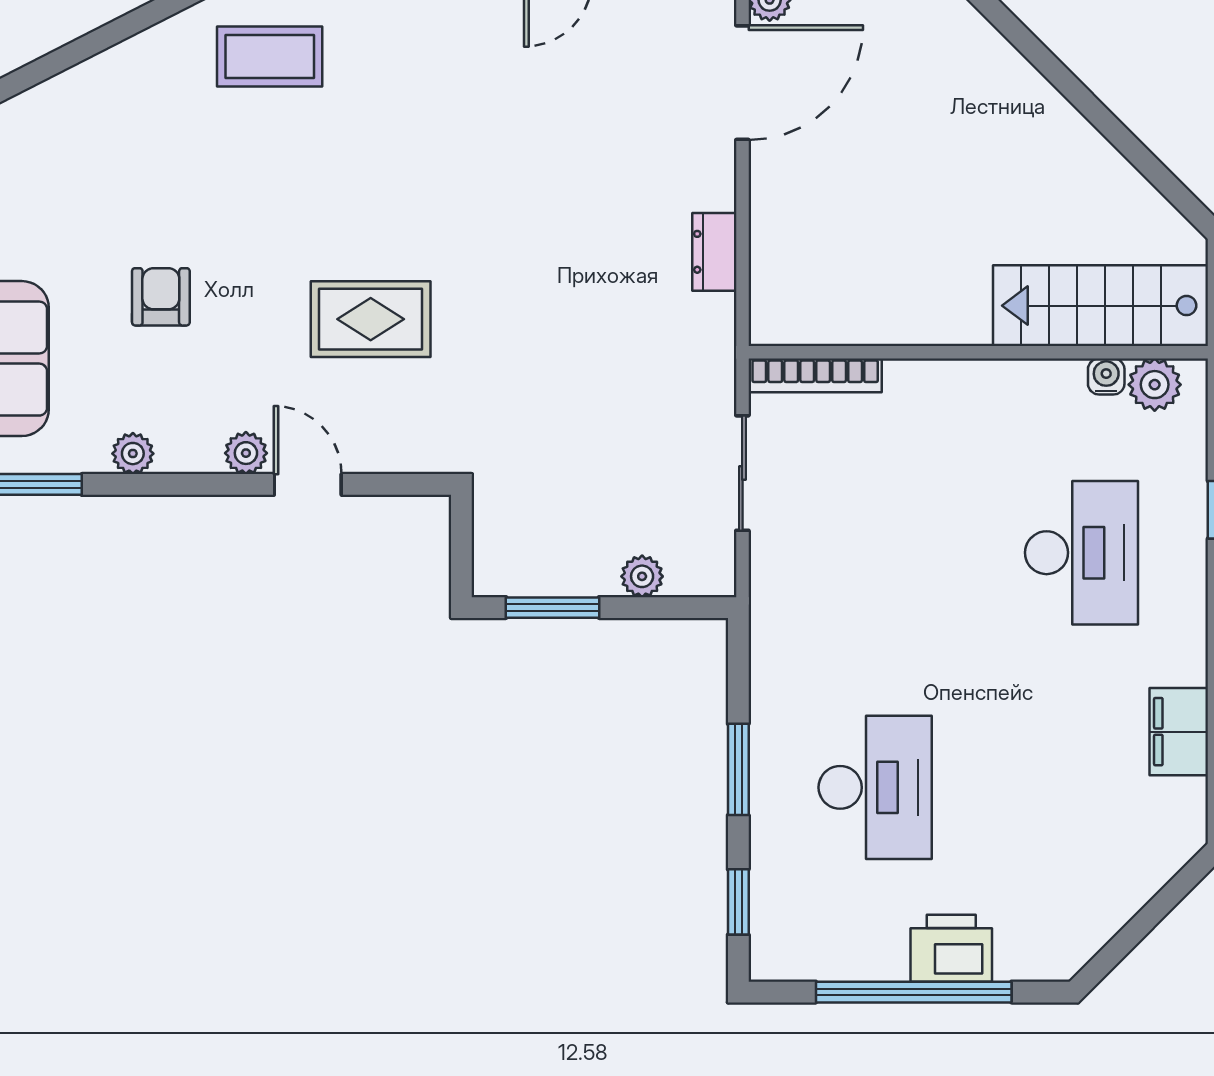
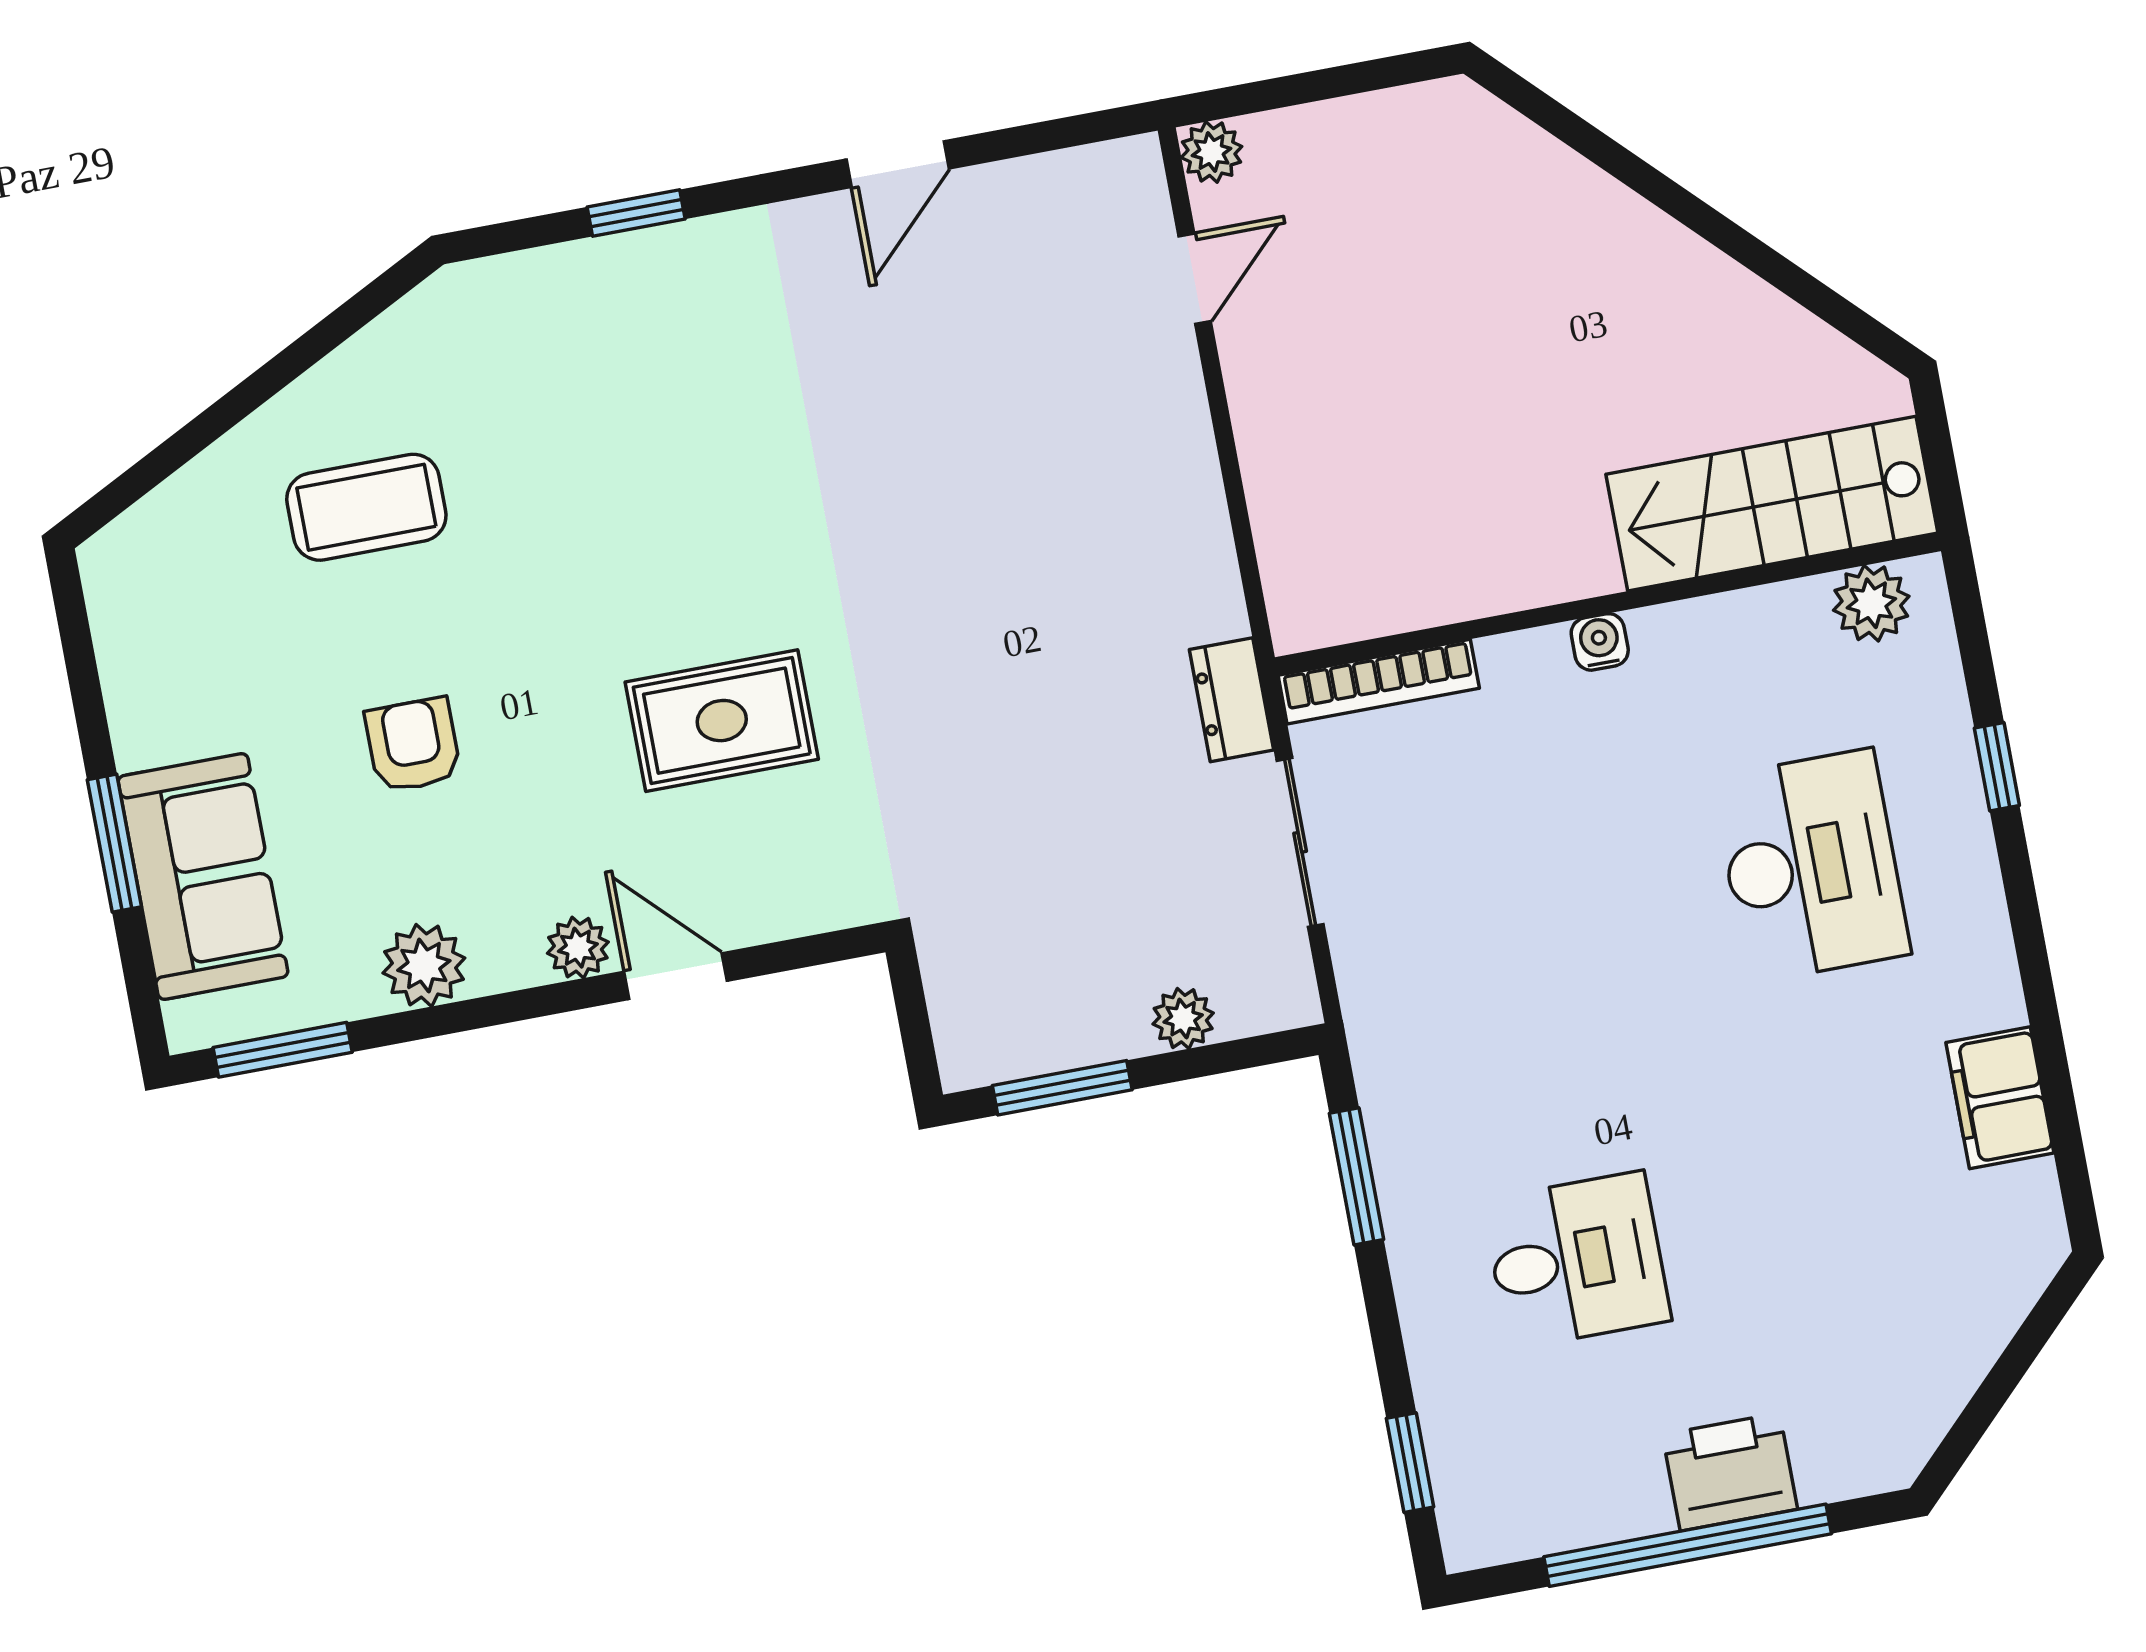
coffee table: (270, 57) -> (366, 507), moved
door: (742, 83) -> (1195, 279), width x0.53
dresser: (714, 252) -> (1231, 700), moved
water cooler: (1106, 376) -> (1600, 642), moved
plant: (133, 454) -> (424, 966), width x1.38, depth x1.38
window: (738, 769) -> (1357, 1176), moved
desk: (875, 787) -> (1577, 1260), width x0.73

